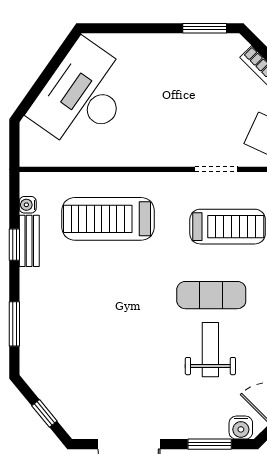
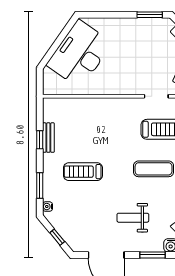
water cooler: (28, 205) -> (48, 207), moved
treadmill: (108, 219) -> (83, 172), moved, width x0.73, depth x0.73
weight bench: (210, 350) -> (133, 218), moved, turned -90

